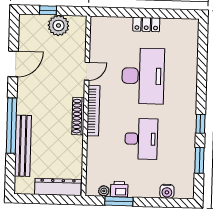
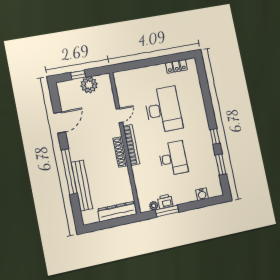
locker: (146, 25) -> (176, 66), moved

